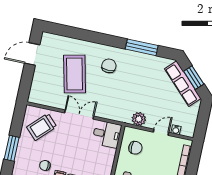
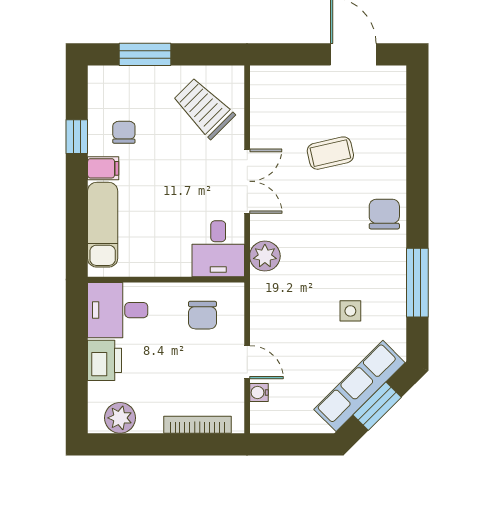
chair: (109, 66) -> (384, 214), moved, turned -90
coffee table: (75, 74) -> (330, 153), width x0.54, depth x0.58
side table: (148, 80) -> (350, 311), added
plant: (139, 119) -> (265, 256), moved

